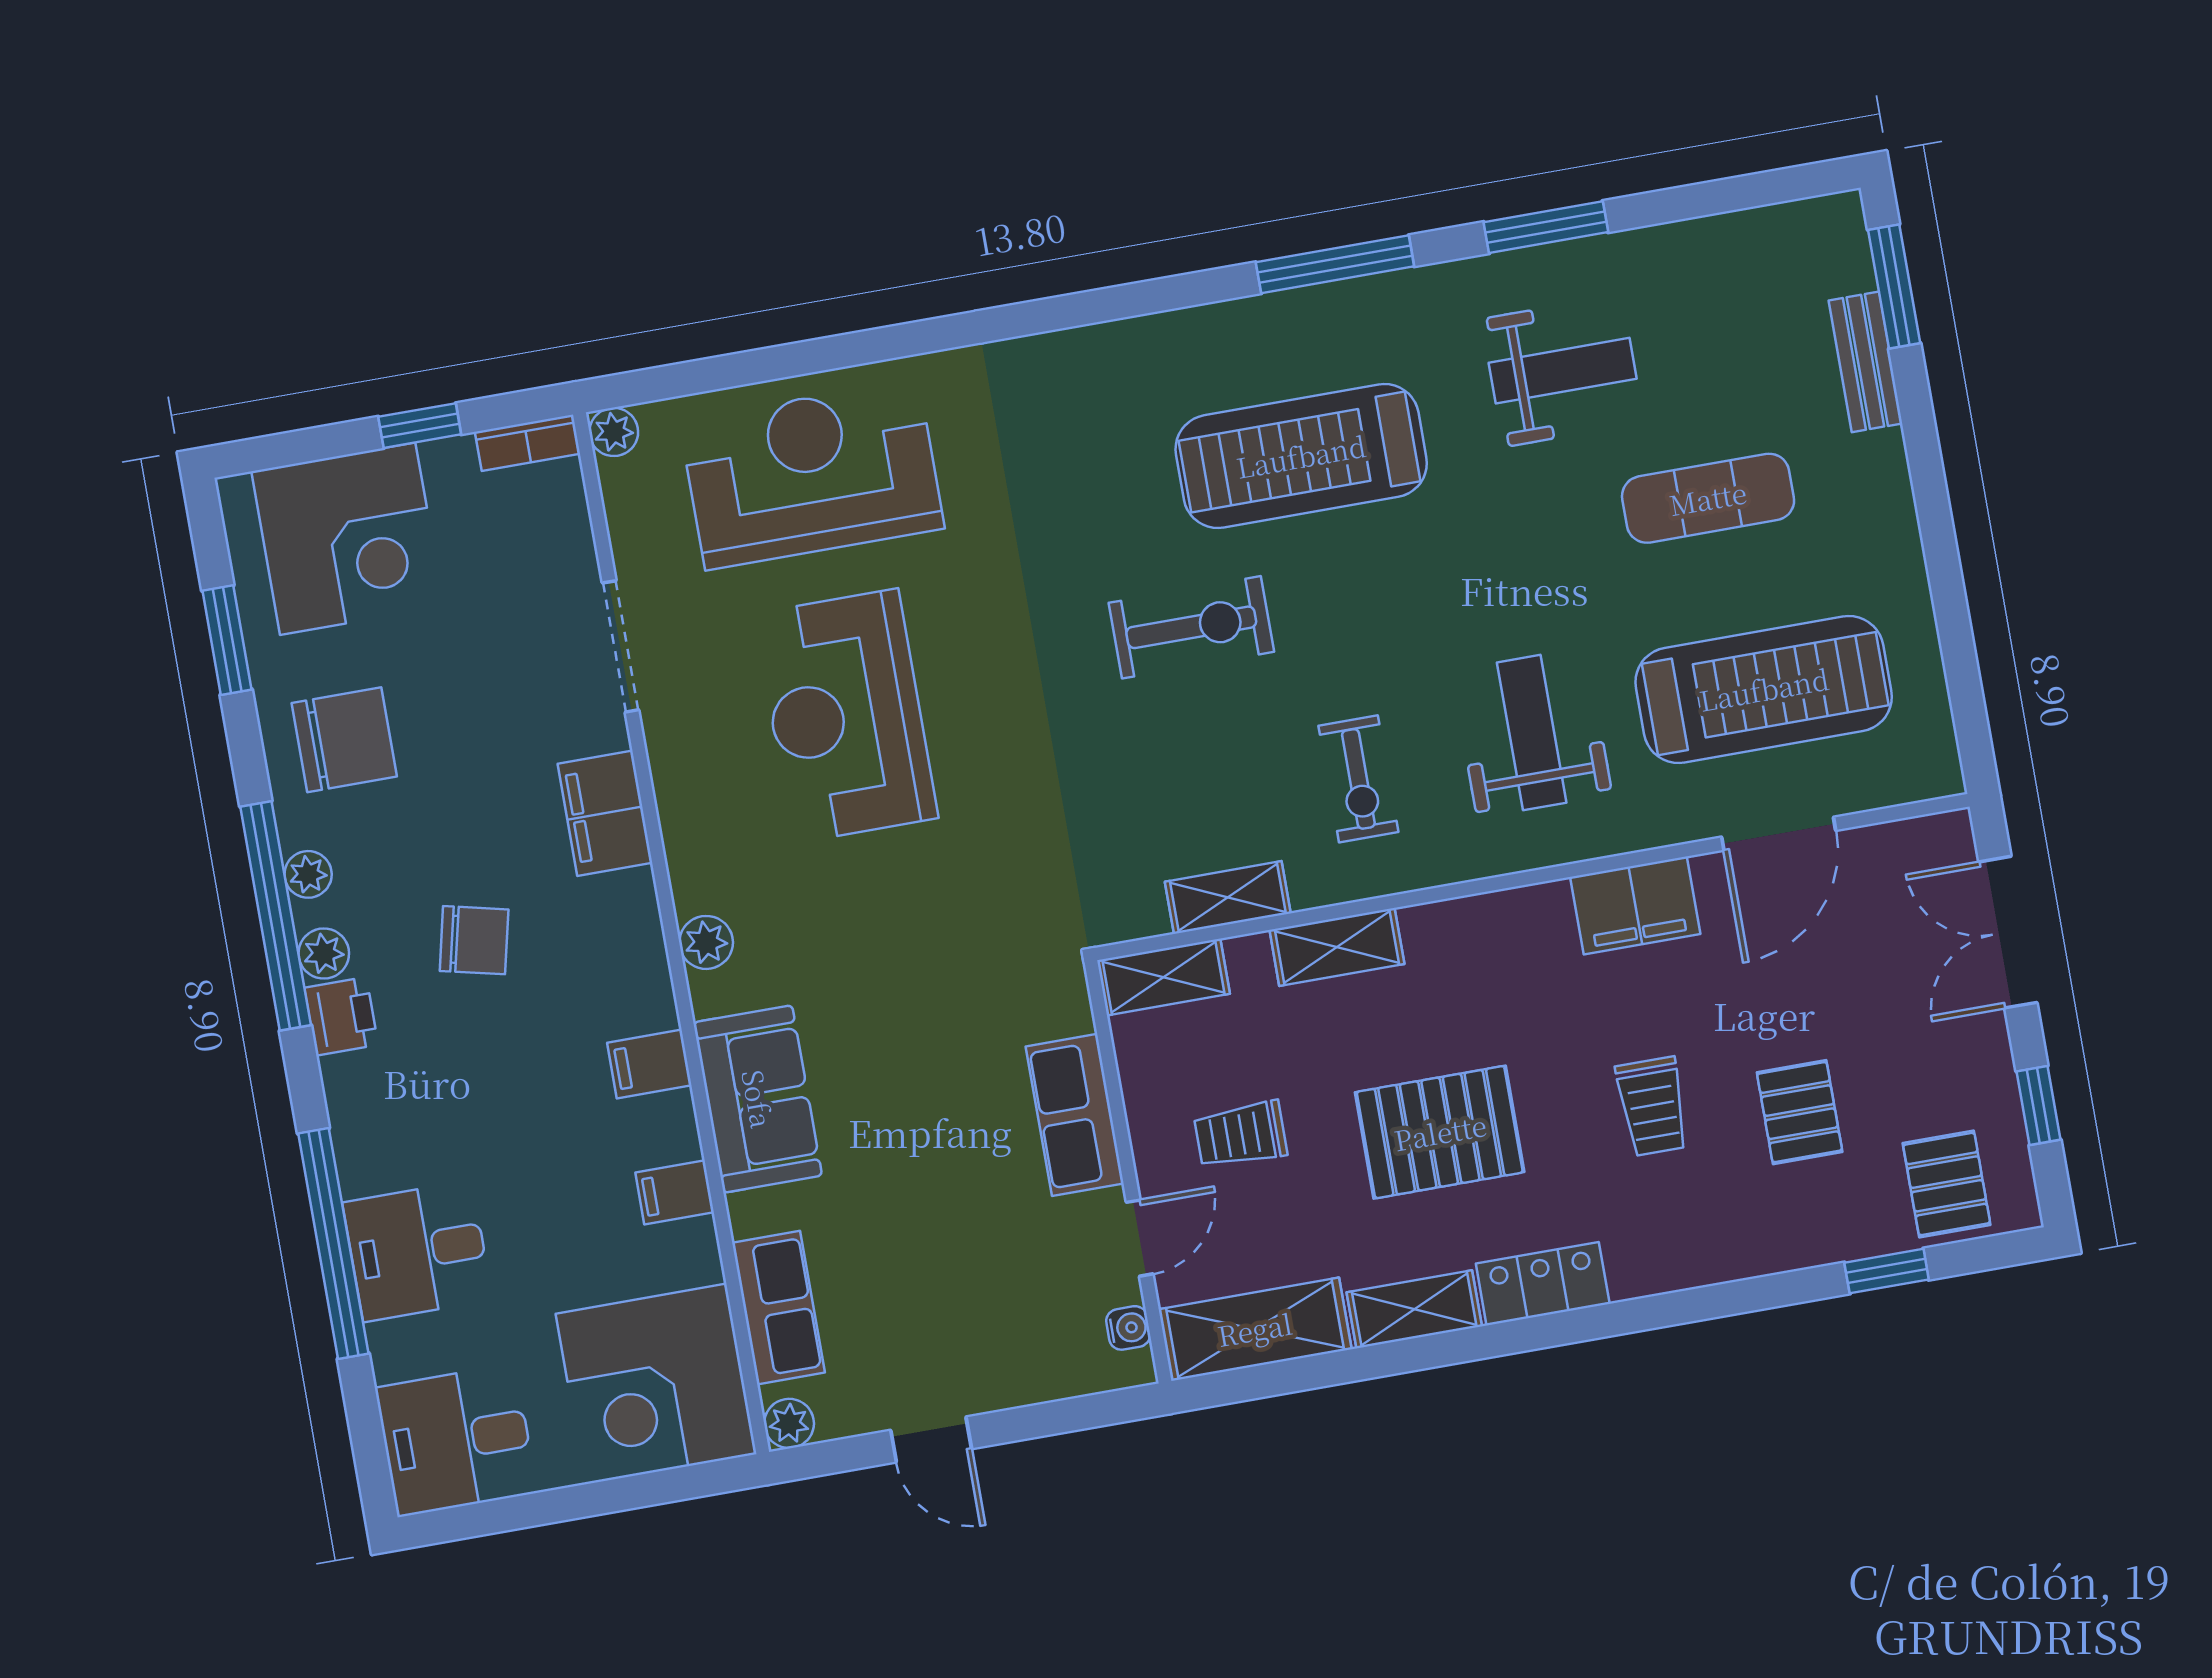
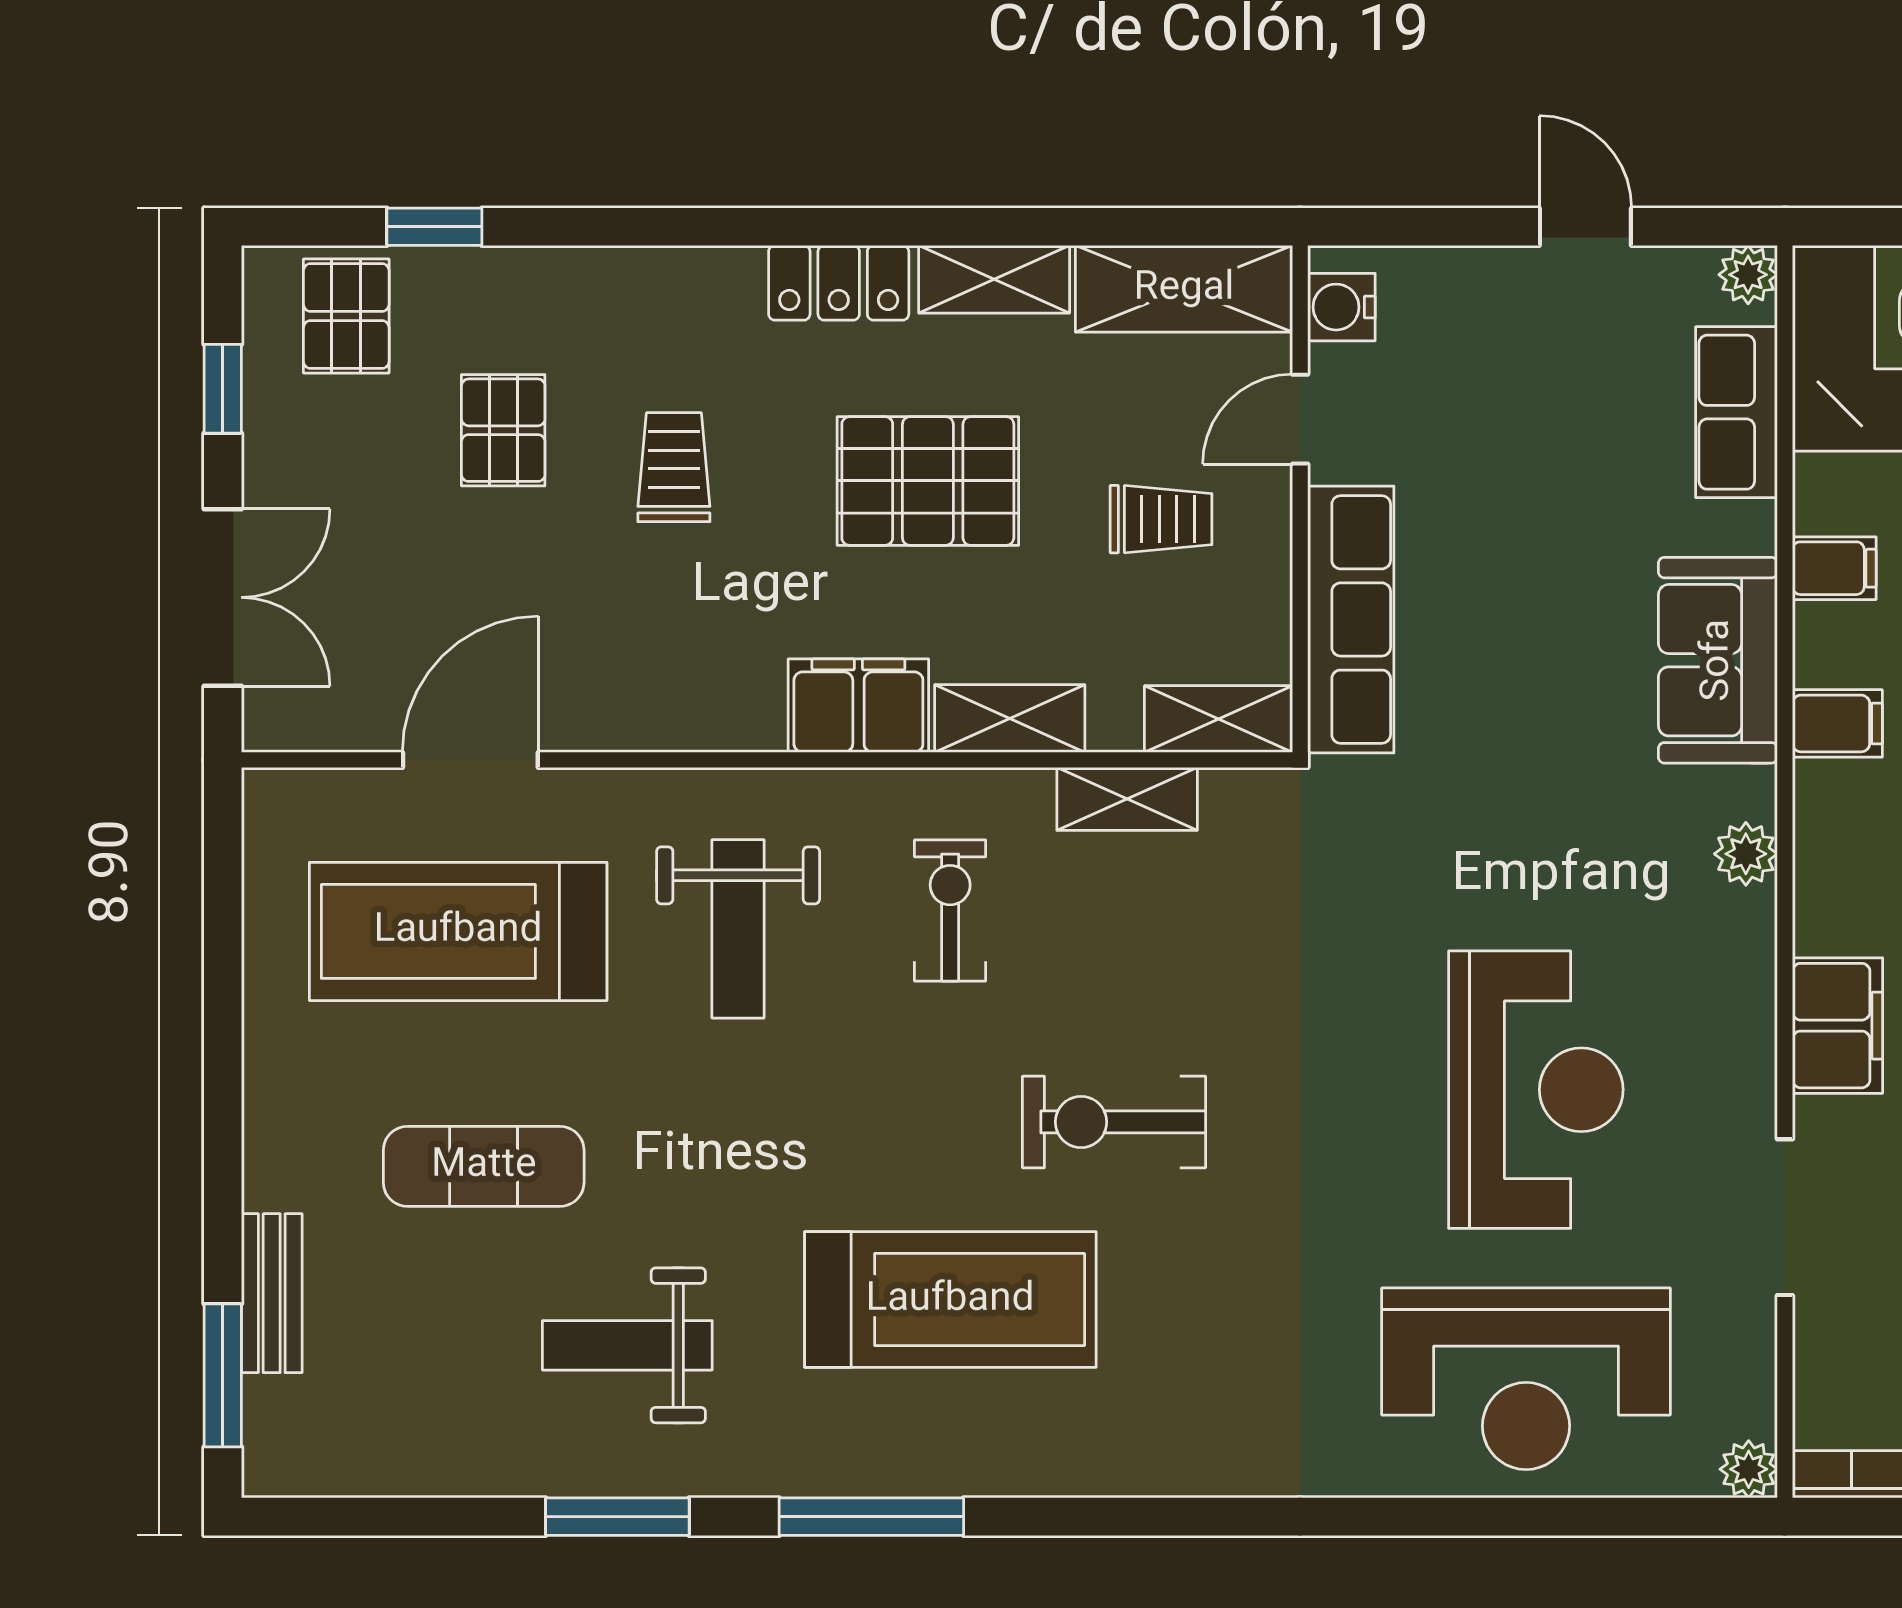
filing cabinet: (1635, 905) -> (858, 706), moved
row of seats: (1075, 1115) -> (1351, 619), width x1.48
water cooler: (1128, 1328) -> (1341, 307), width x1.38, depth x1.38

